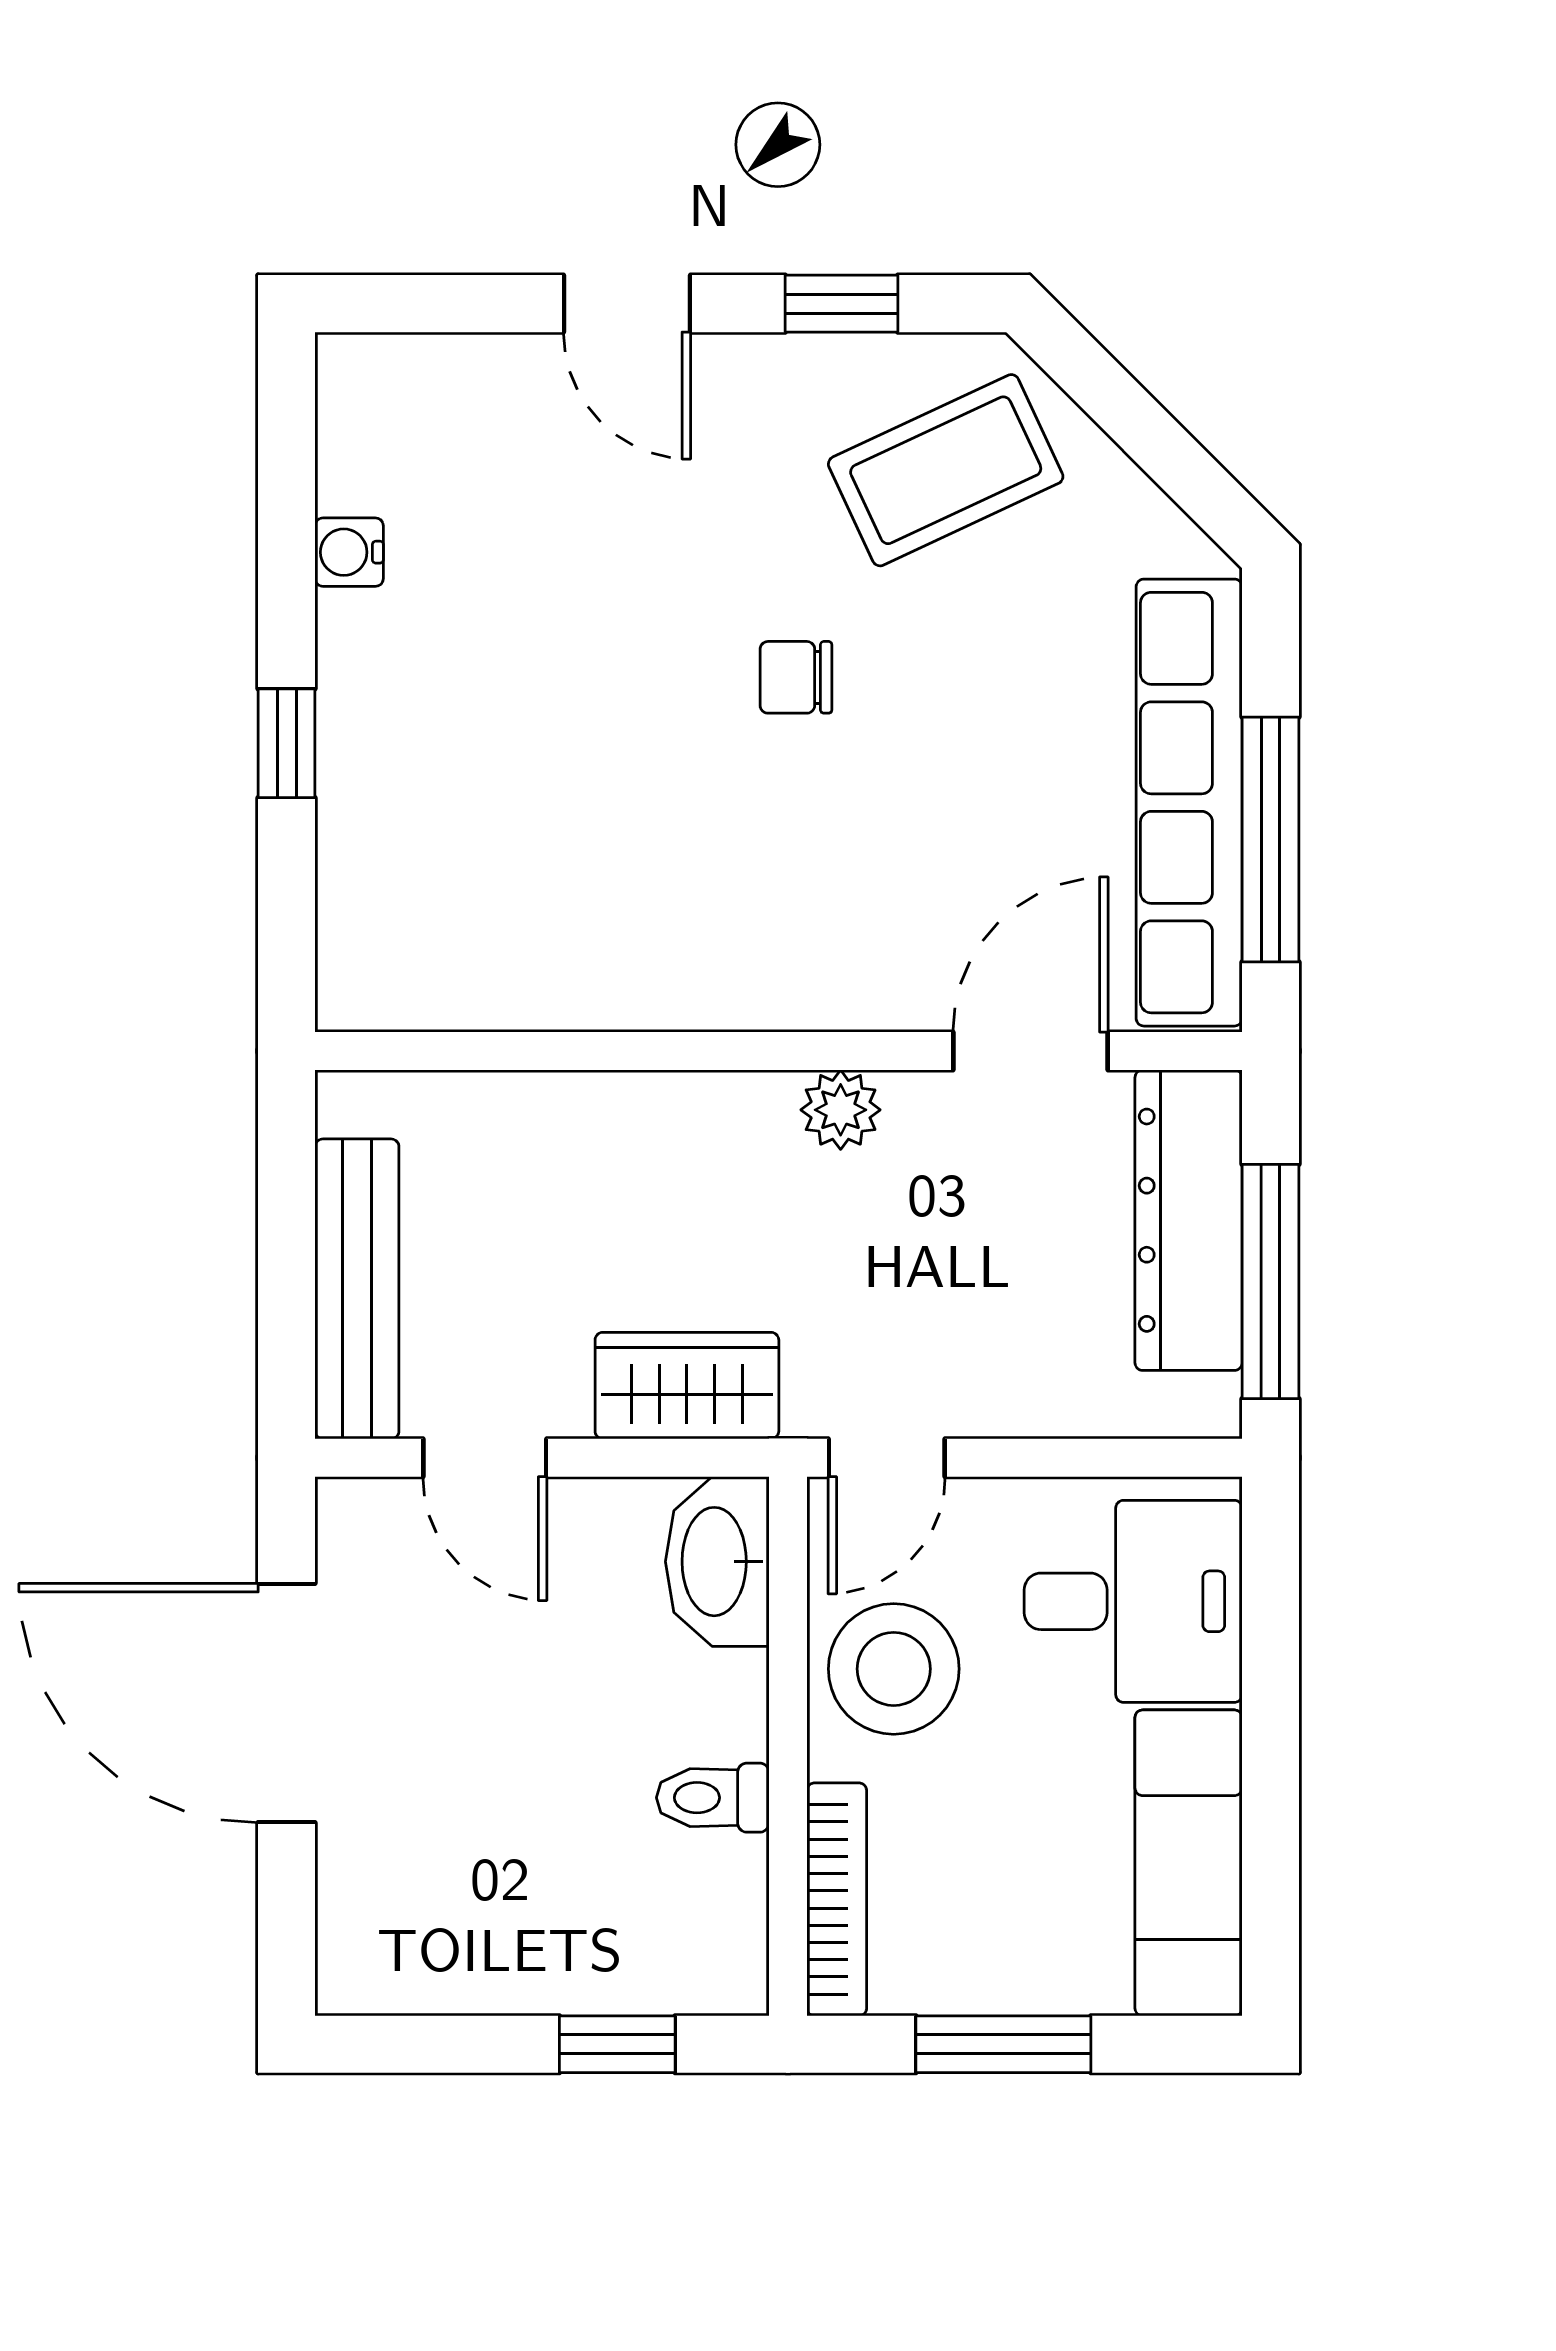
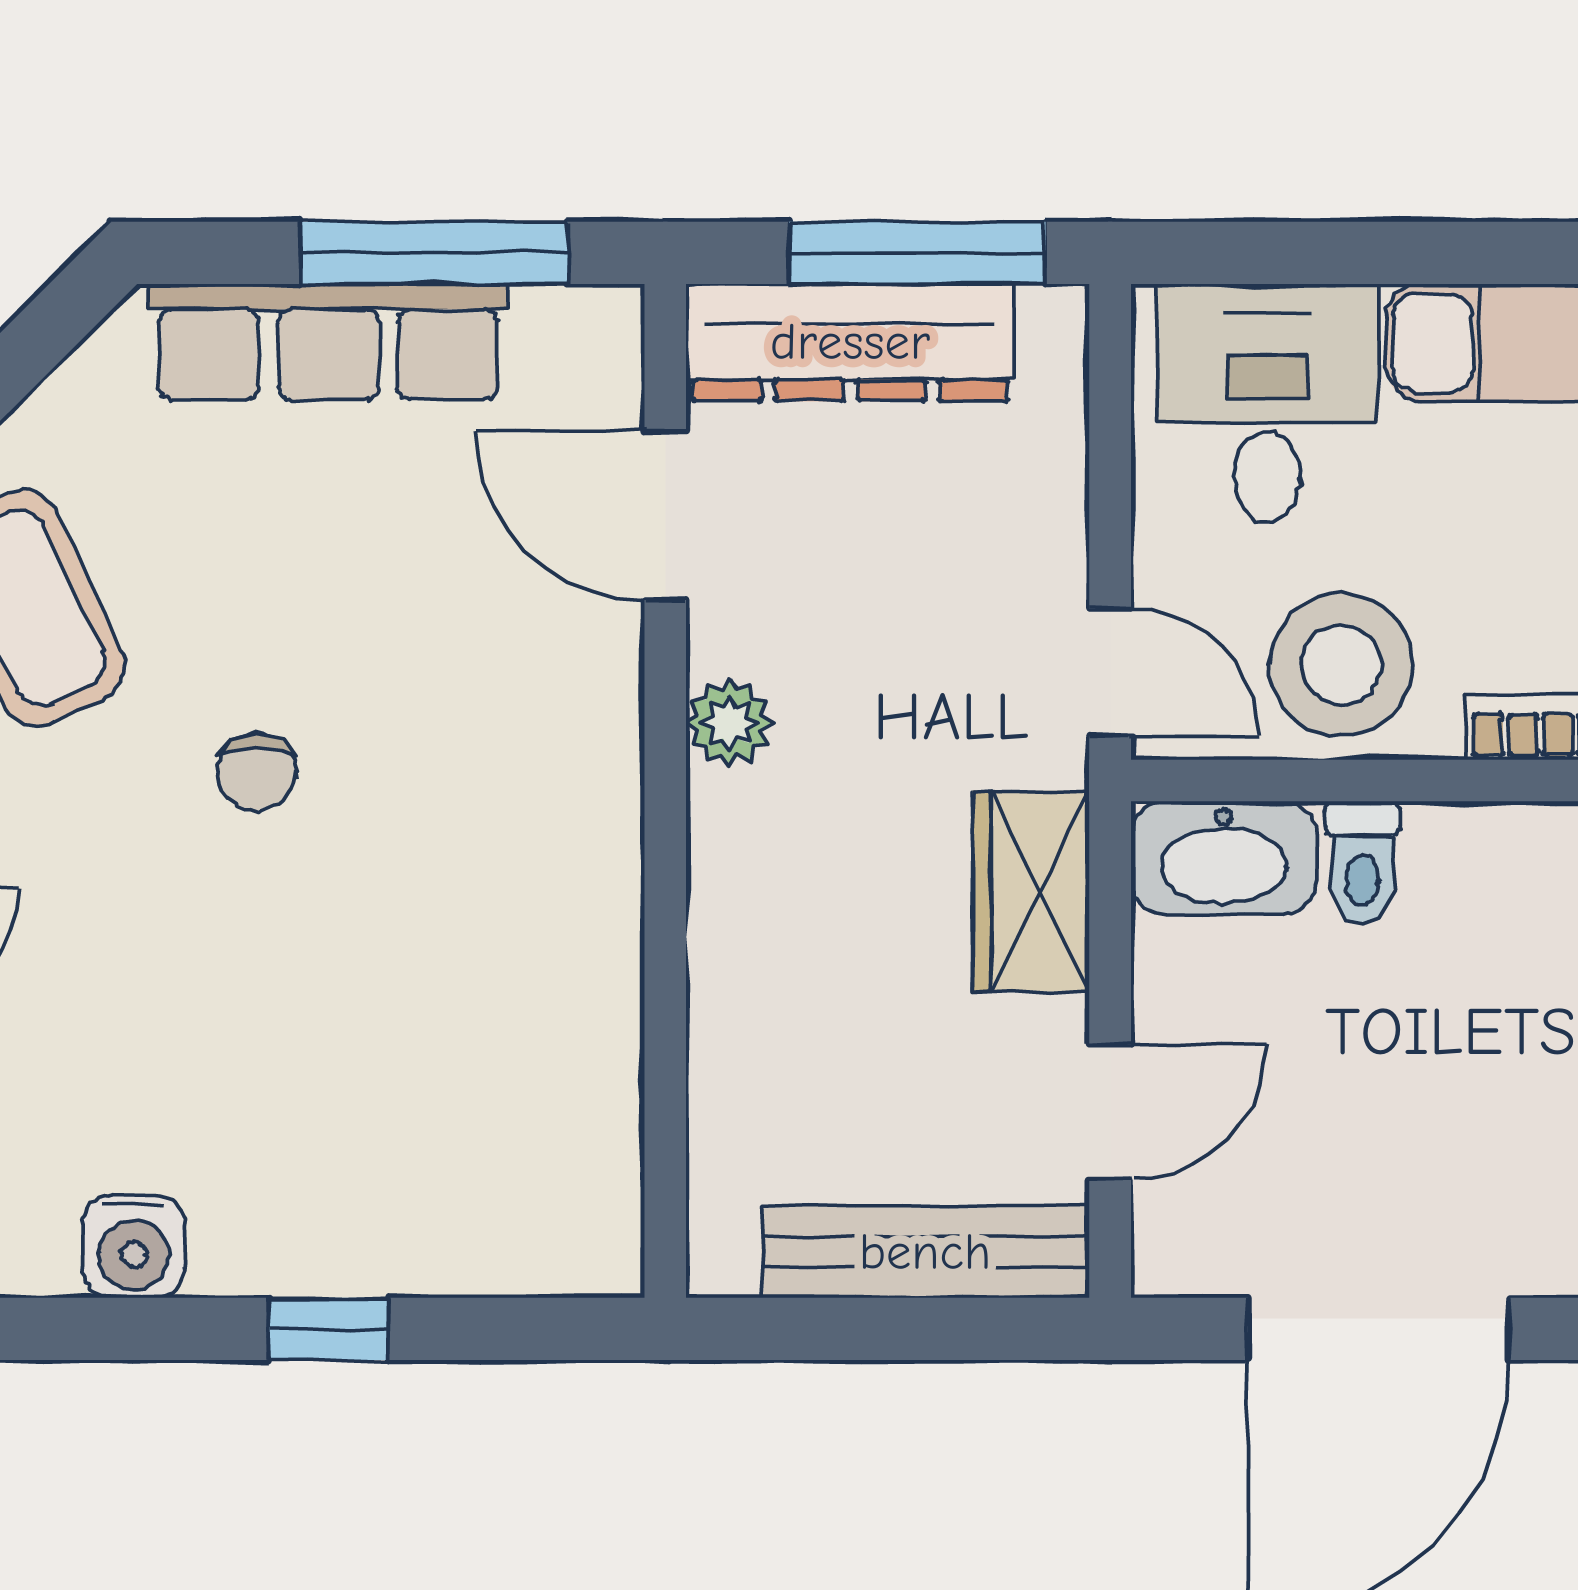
water cooler: (349, 552) -> (134, 1246), width x1.38, depth x1.38
row of seats: (1189, 803) -> (328, 342), width x0.73
toilet: (713, 1798) -> (1362, 863), moved

